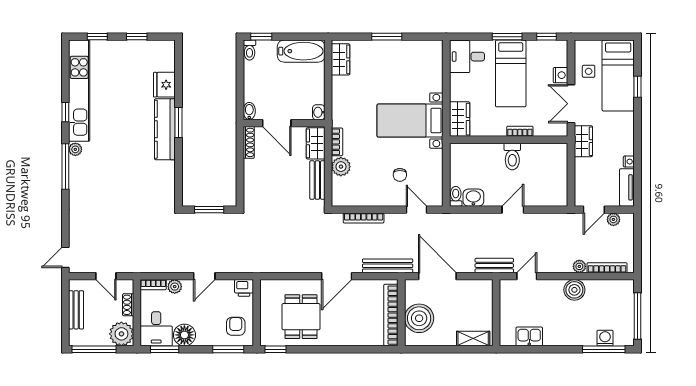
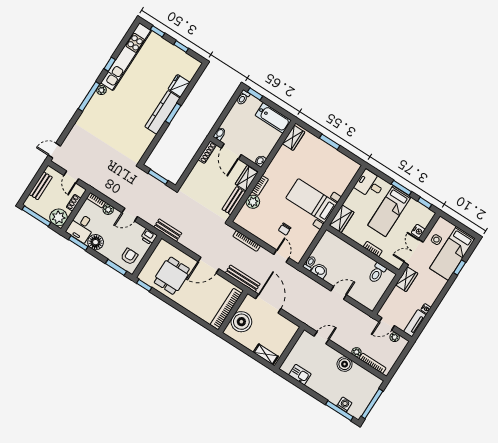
toilet: (512, 157) -> (377, 273), moved
bench: (494, 266) -> (168, 230), moved

